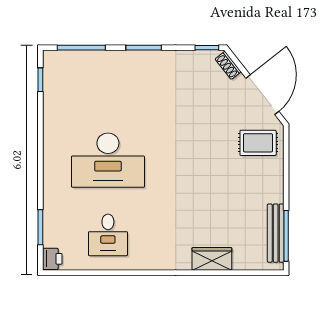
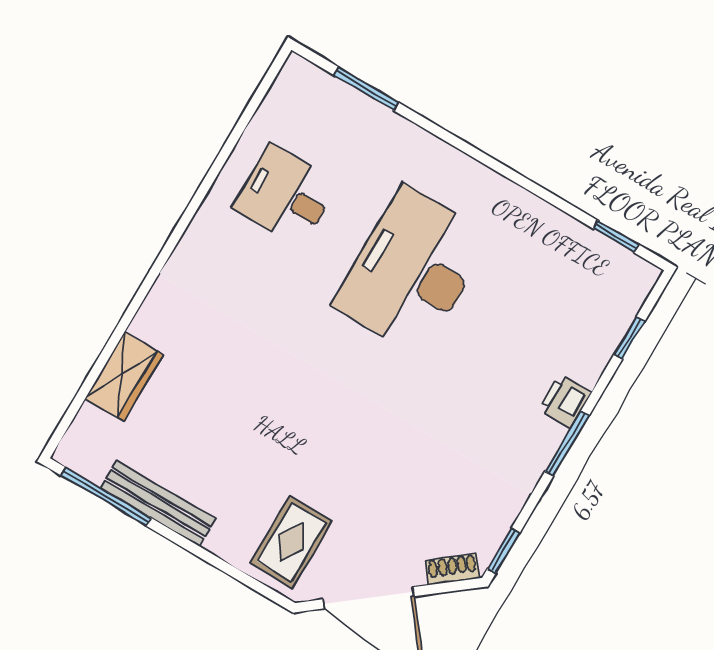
window: (81, 48) -> (629, 338), width x0.46
bench: (276, 233) -> (158, 503), moved
printer: (52, 259) -> (565, 401), moved, turned 90
wardrobe: (212, 259) -> (124, 377), moved

